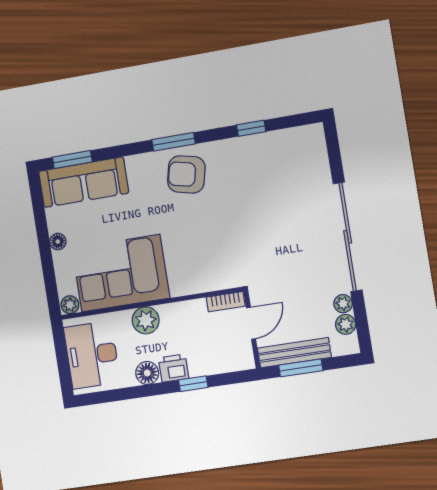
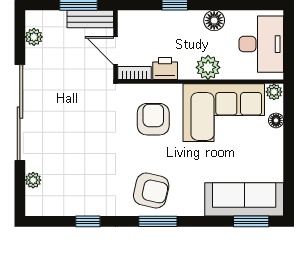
floor lamp: (58, 242) -> (276, 120), moved
armchair: (197, 254) -> (153, 119), added
plant: (343, 304) -> (33, 180), moved
door: (251, 323) -> (115, 50), hinge flipped
bench: (294, 353) -> (90, 19), width x0.73
printer: (174, 368) -> (165, 68), moved, turned 180

